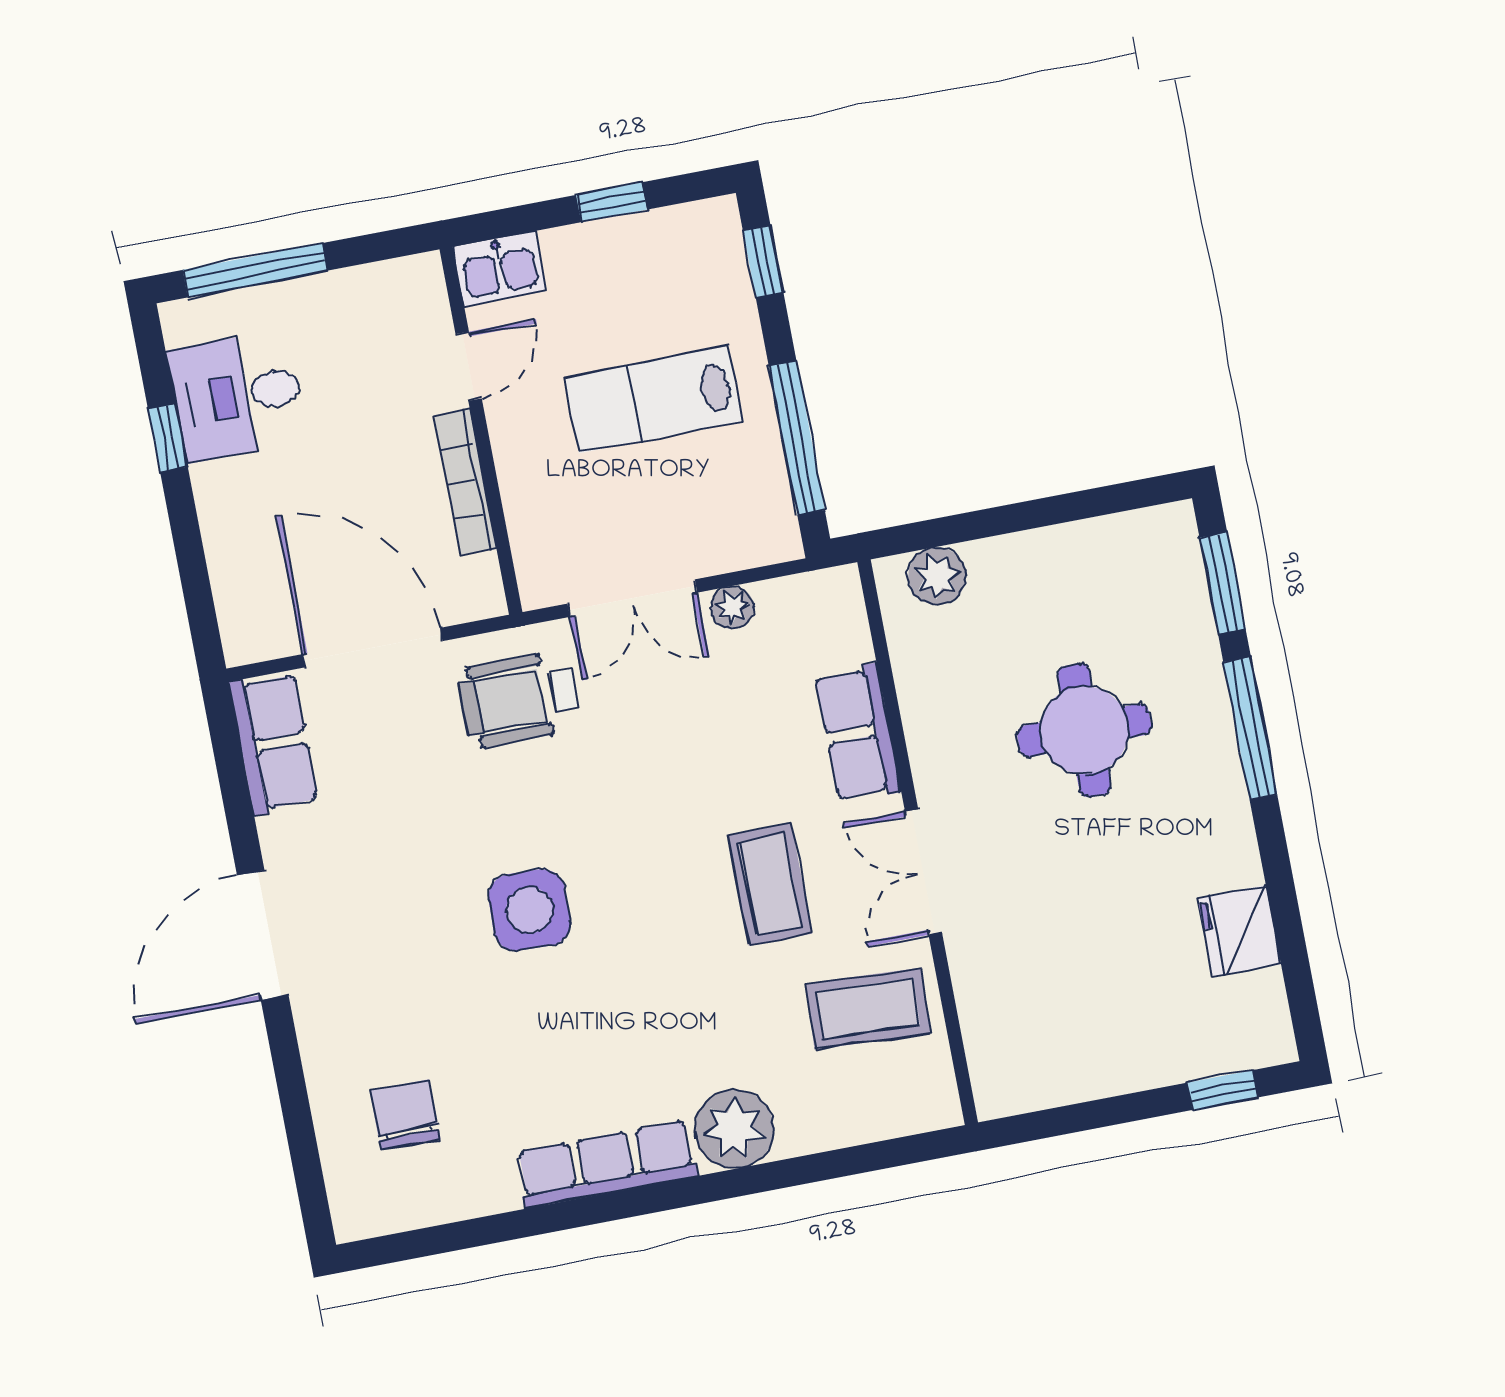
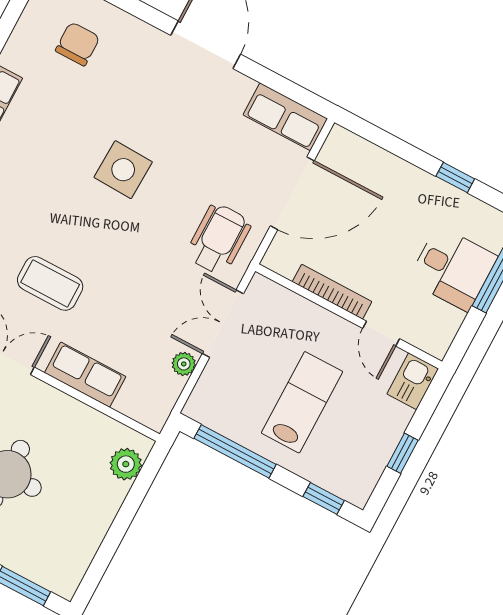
desk: (237, 396) -> (453, 268), moved, turned 90
chair: (405, 1115) -> (78, 44), turned -90

